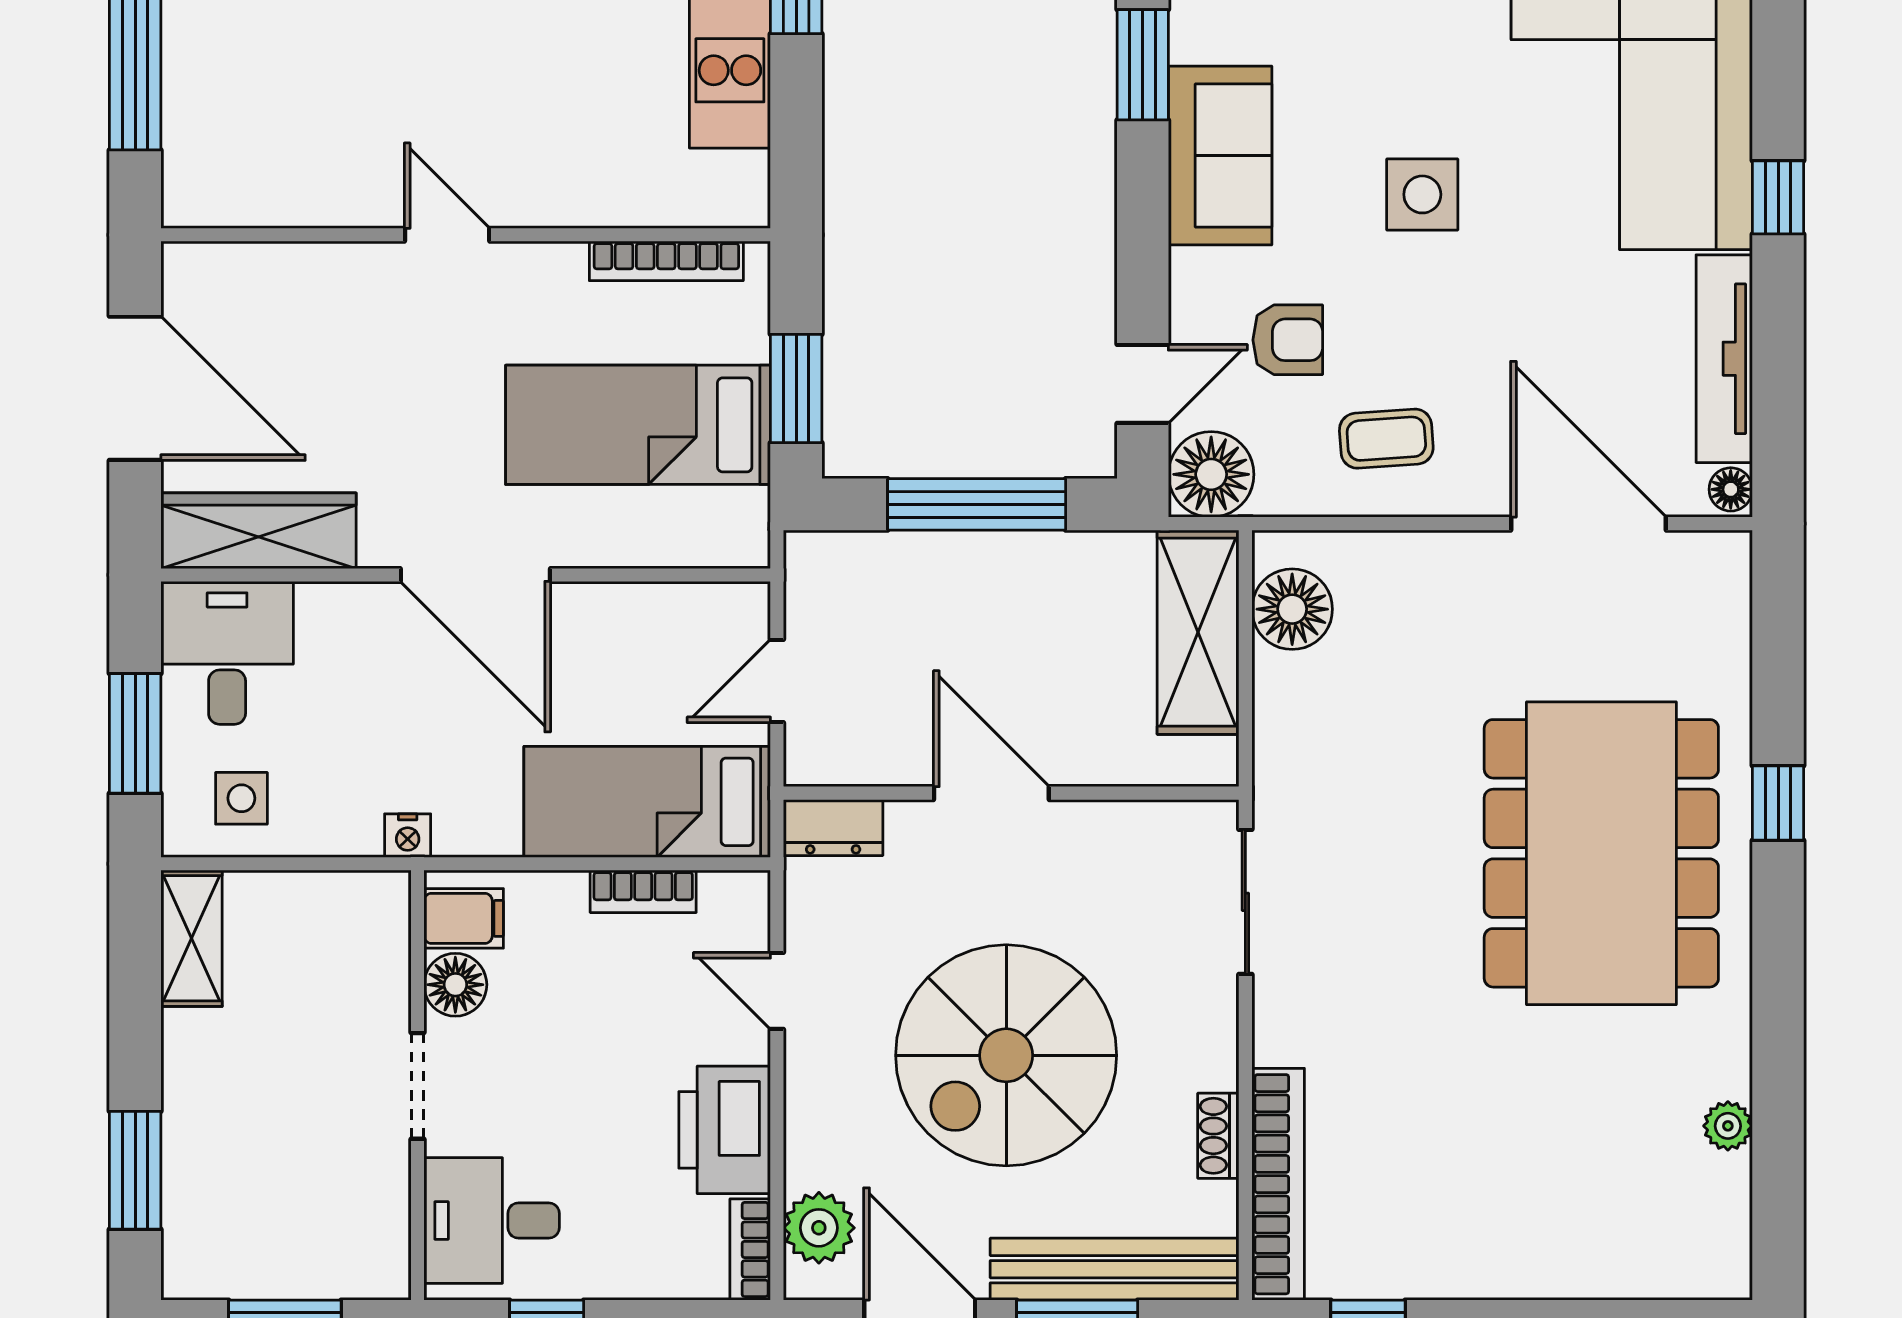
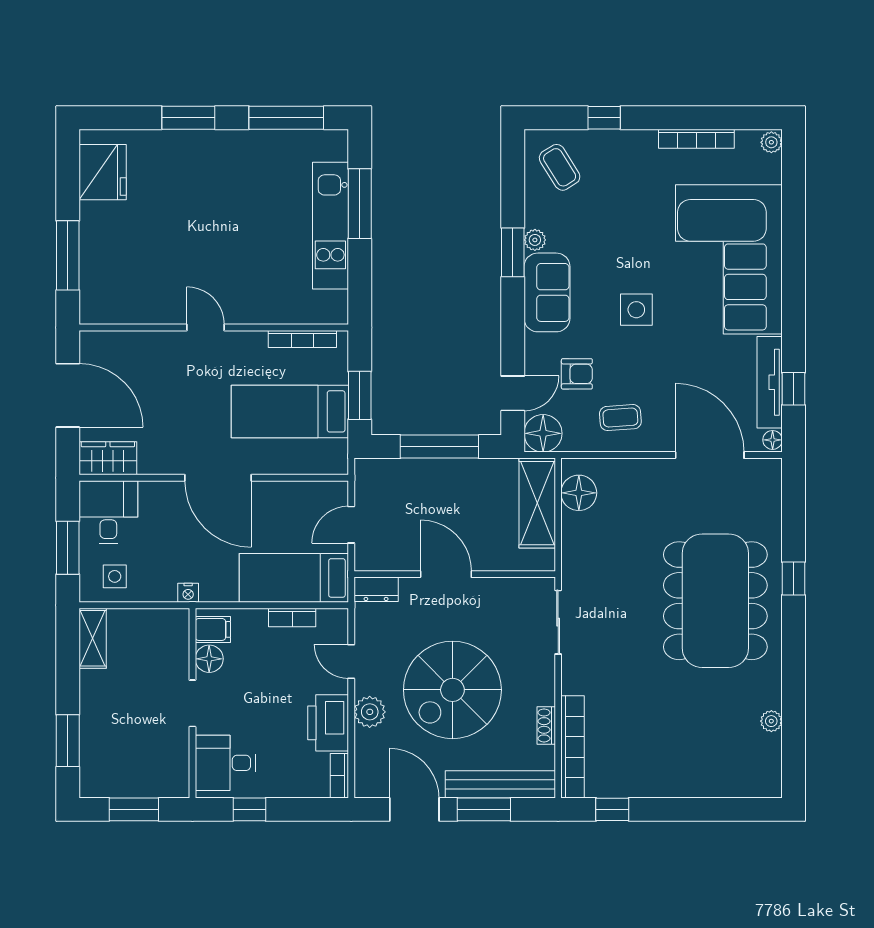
plant: (1193, 37) -> (535, 240), added
window: (1778, 197) -> (793, 389), moved
wardrobe: (258, 531) -> (108, 458), width x0.67
plant: (819, 1228) -> (370, 712), moved

